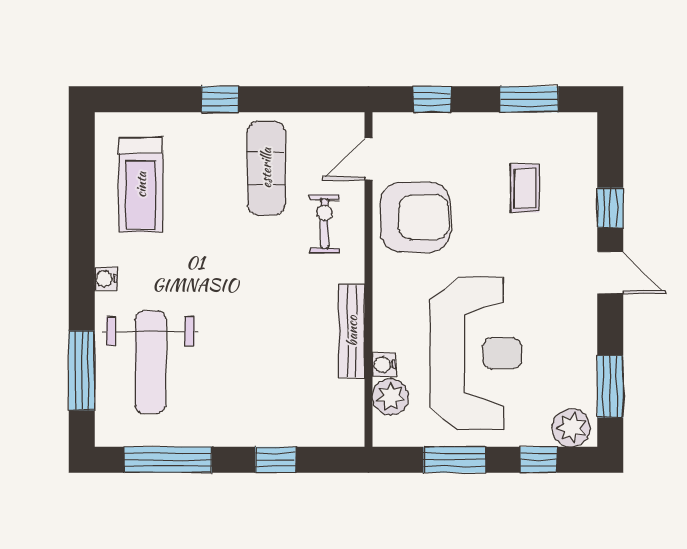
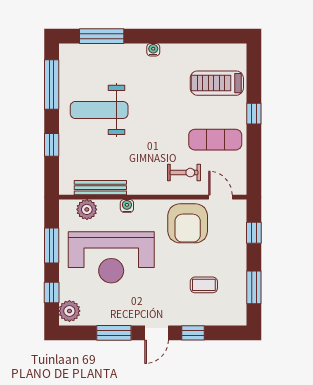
treadmill: (141, 185) -> (217, 83), moved
bench: (352, 331) -> (100, 188), moved
weight bench: (150, 362) -> (99, 110), moved
water cooler: (384, 365) -> (127, 206), moved
window: (610, 386) -> (114, 333), moved

